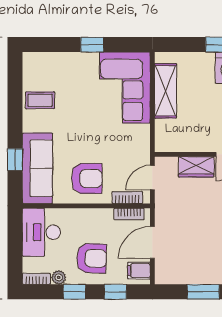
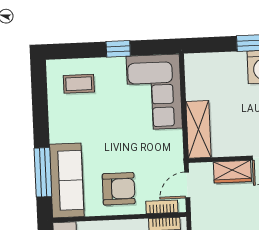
shelving: (166, 91) -> (198, 129), moved
coffee table: (40, 100) -> (79, 84), moved
window: (15, 160) -> (43, 172), width x2.17

